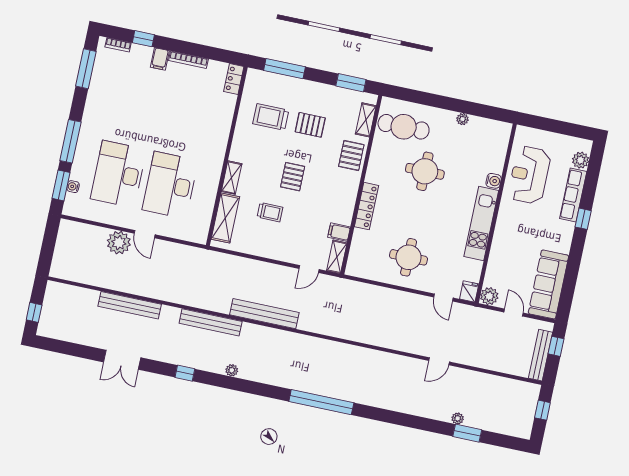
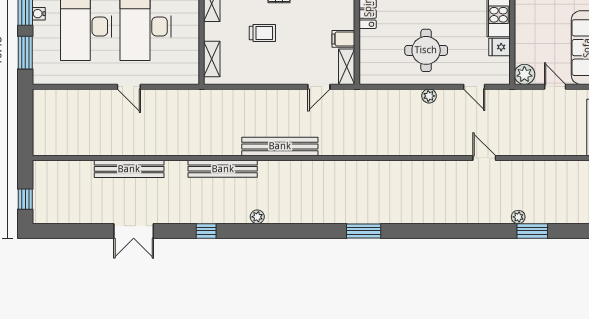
water cooler: (73, 187) -> (39, 14), moved
shelving: (225, 218) -> (212, 59), width x0.67, depth x0.75
plant: (119, 243) -> (429, 96), moved, width x0.53, depth x0.53
fridge: (469, 291) -> (499, 47), moved, turned -90
door: (439, 361) -> (484, 158), swing flipped
window: (321, 402) -> (364, 231), width x0.47

